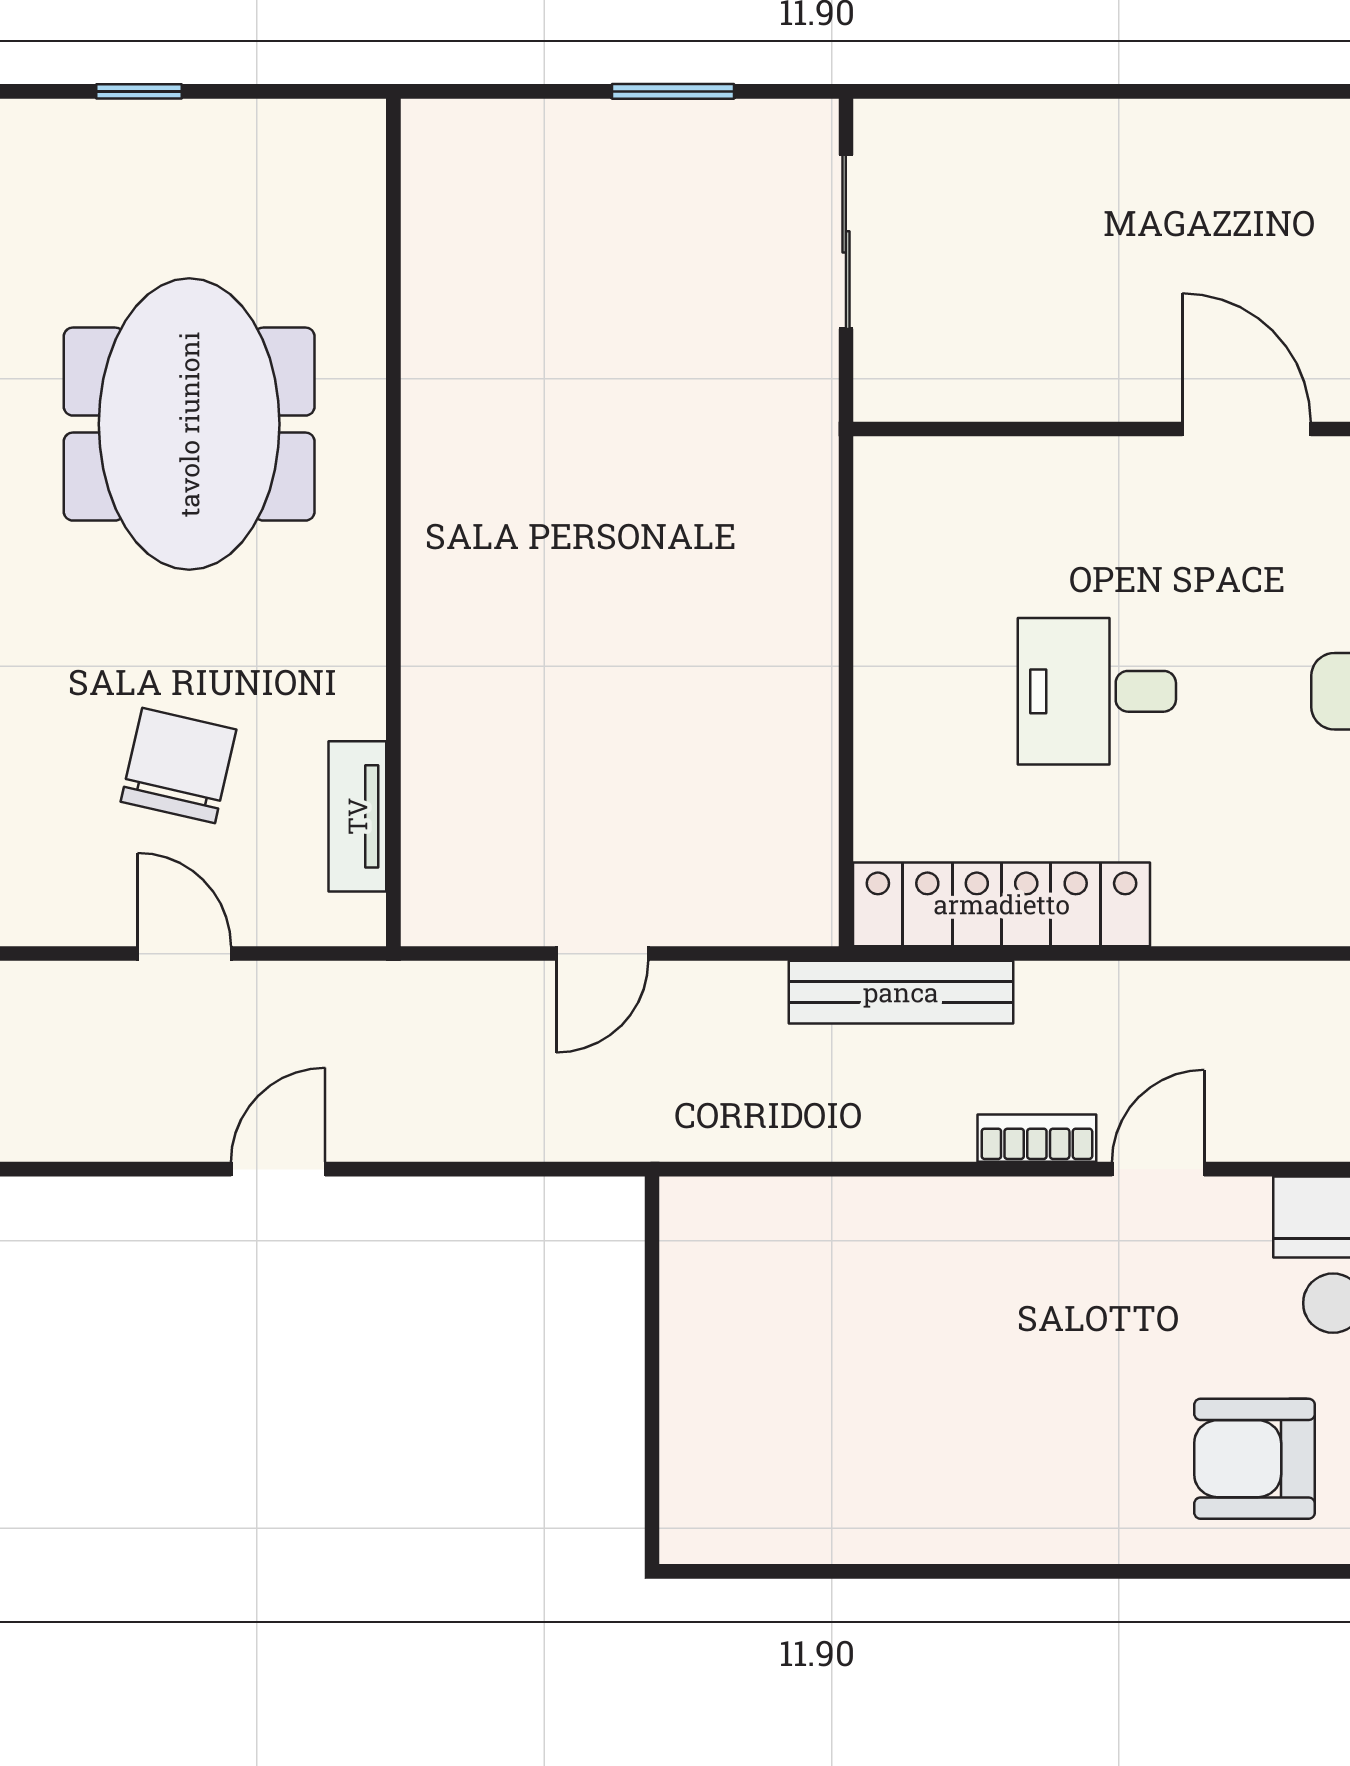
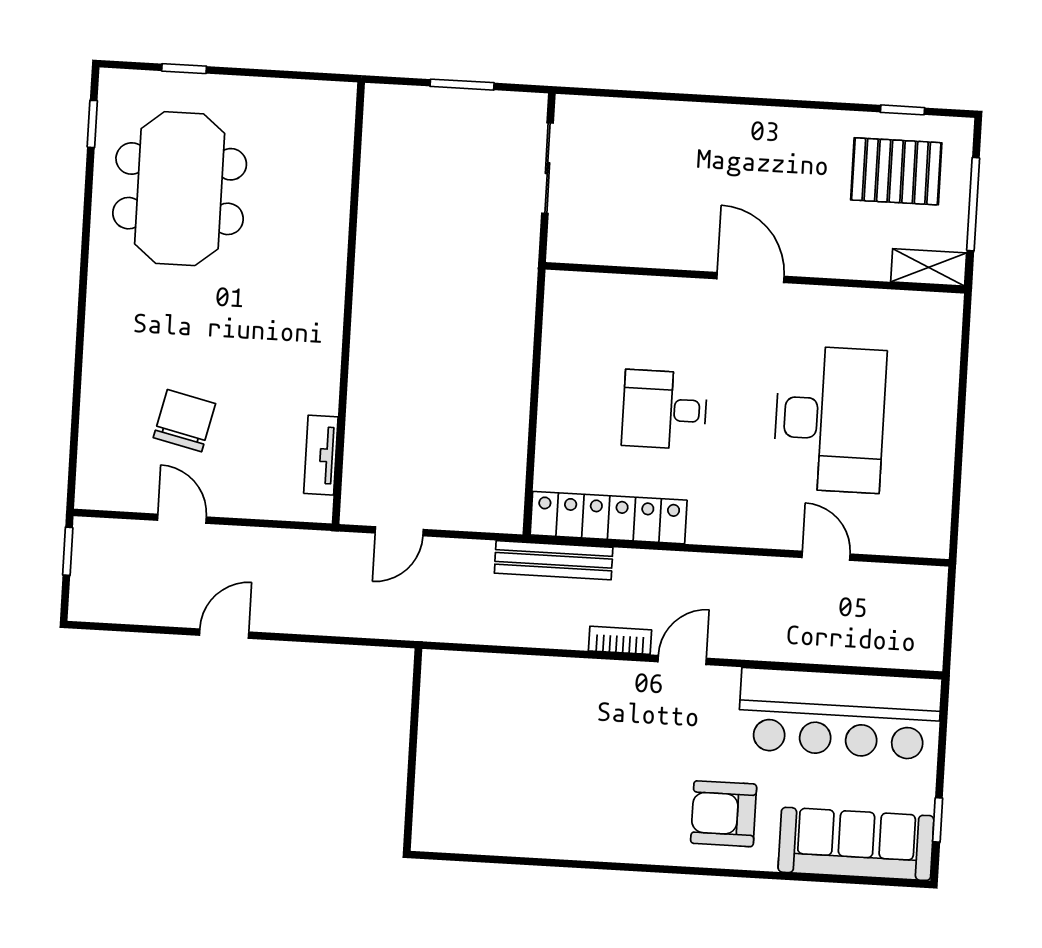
meeting table: (189, 424) -> (180, 189), moved
wall: (393, 522) -> (348, 303), moved
tv unit: (357, 816) -> (321, 455), moved

